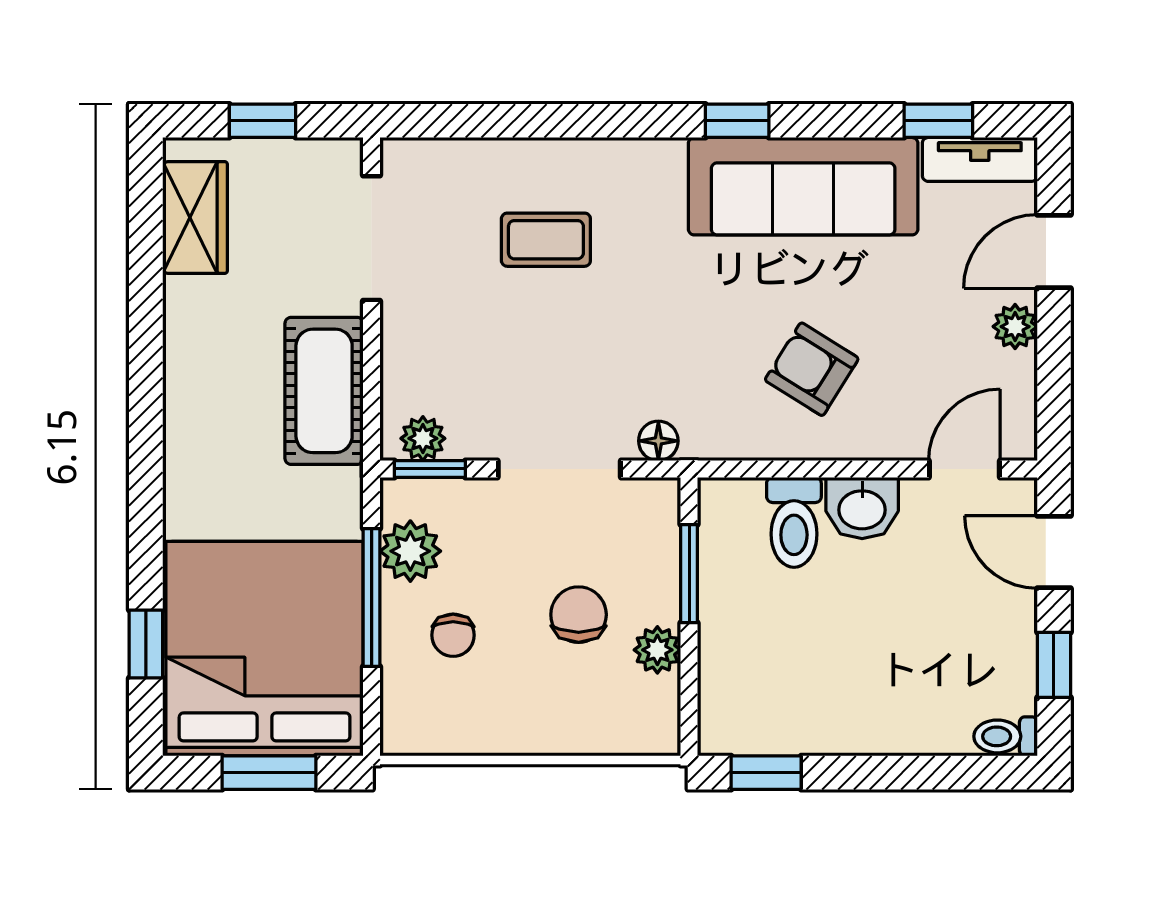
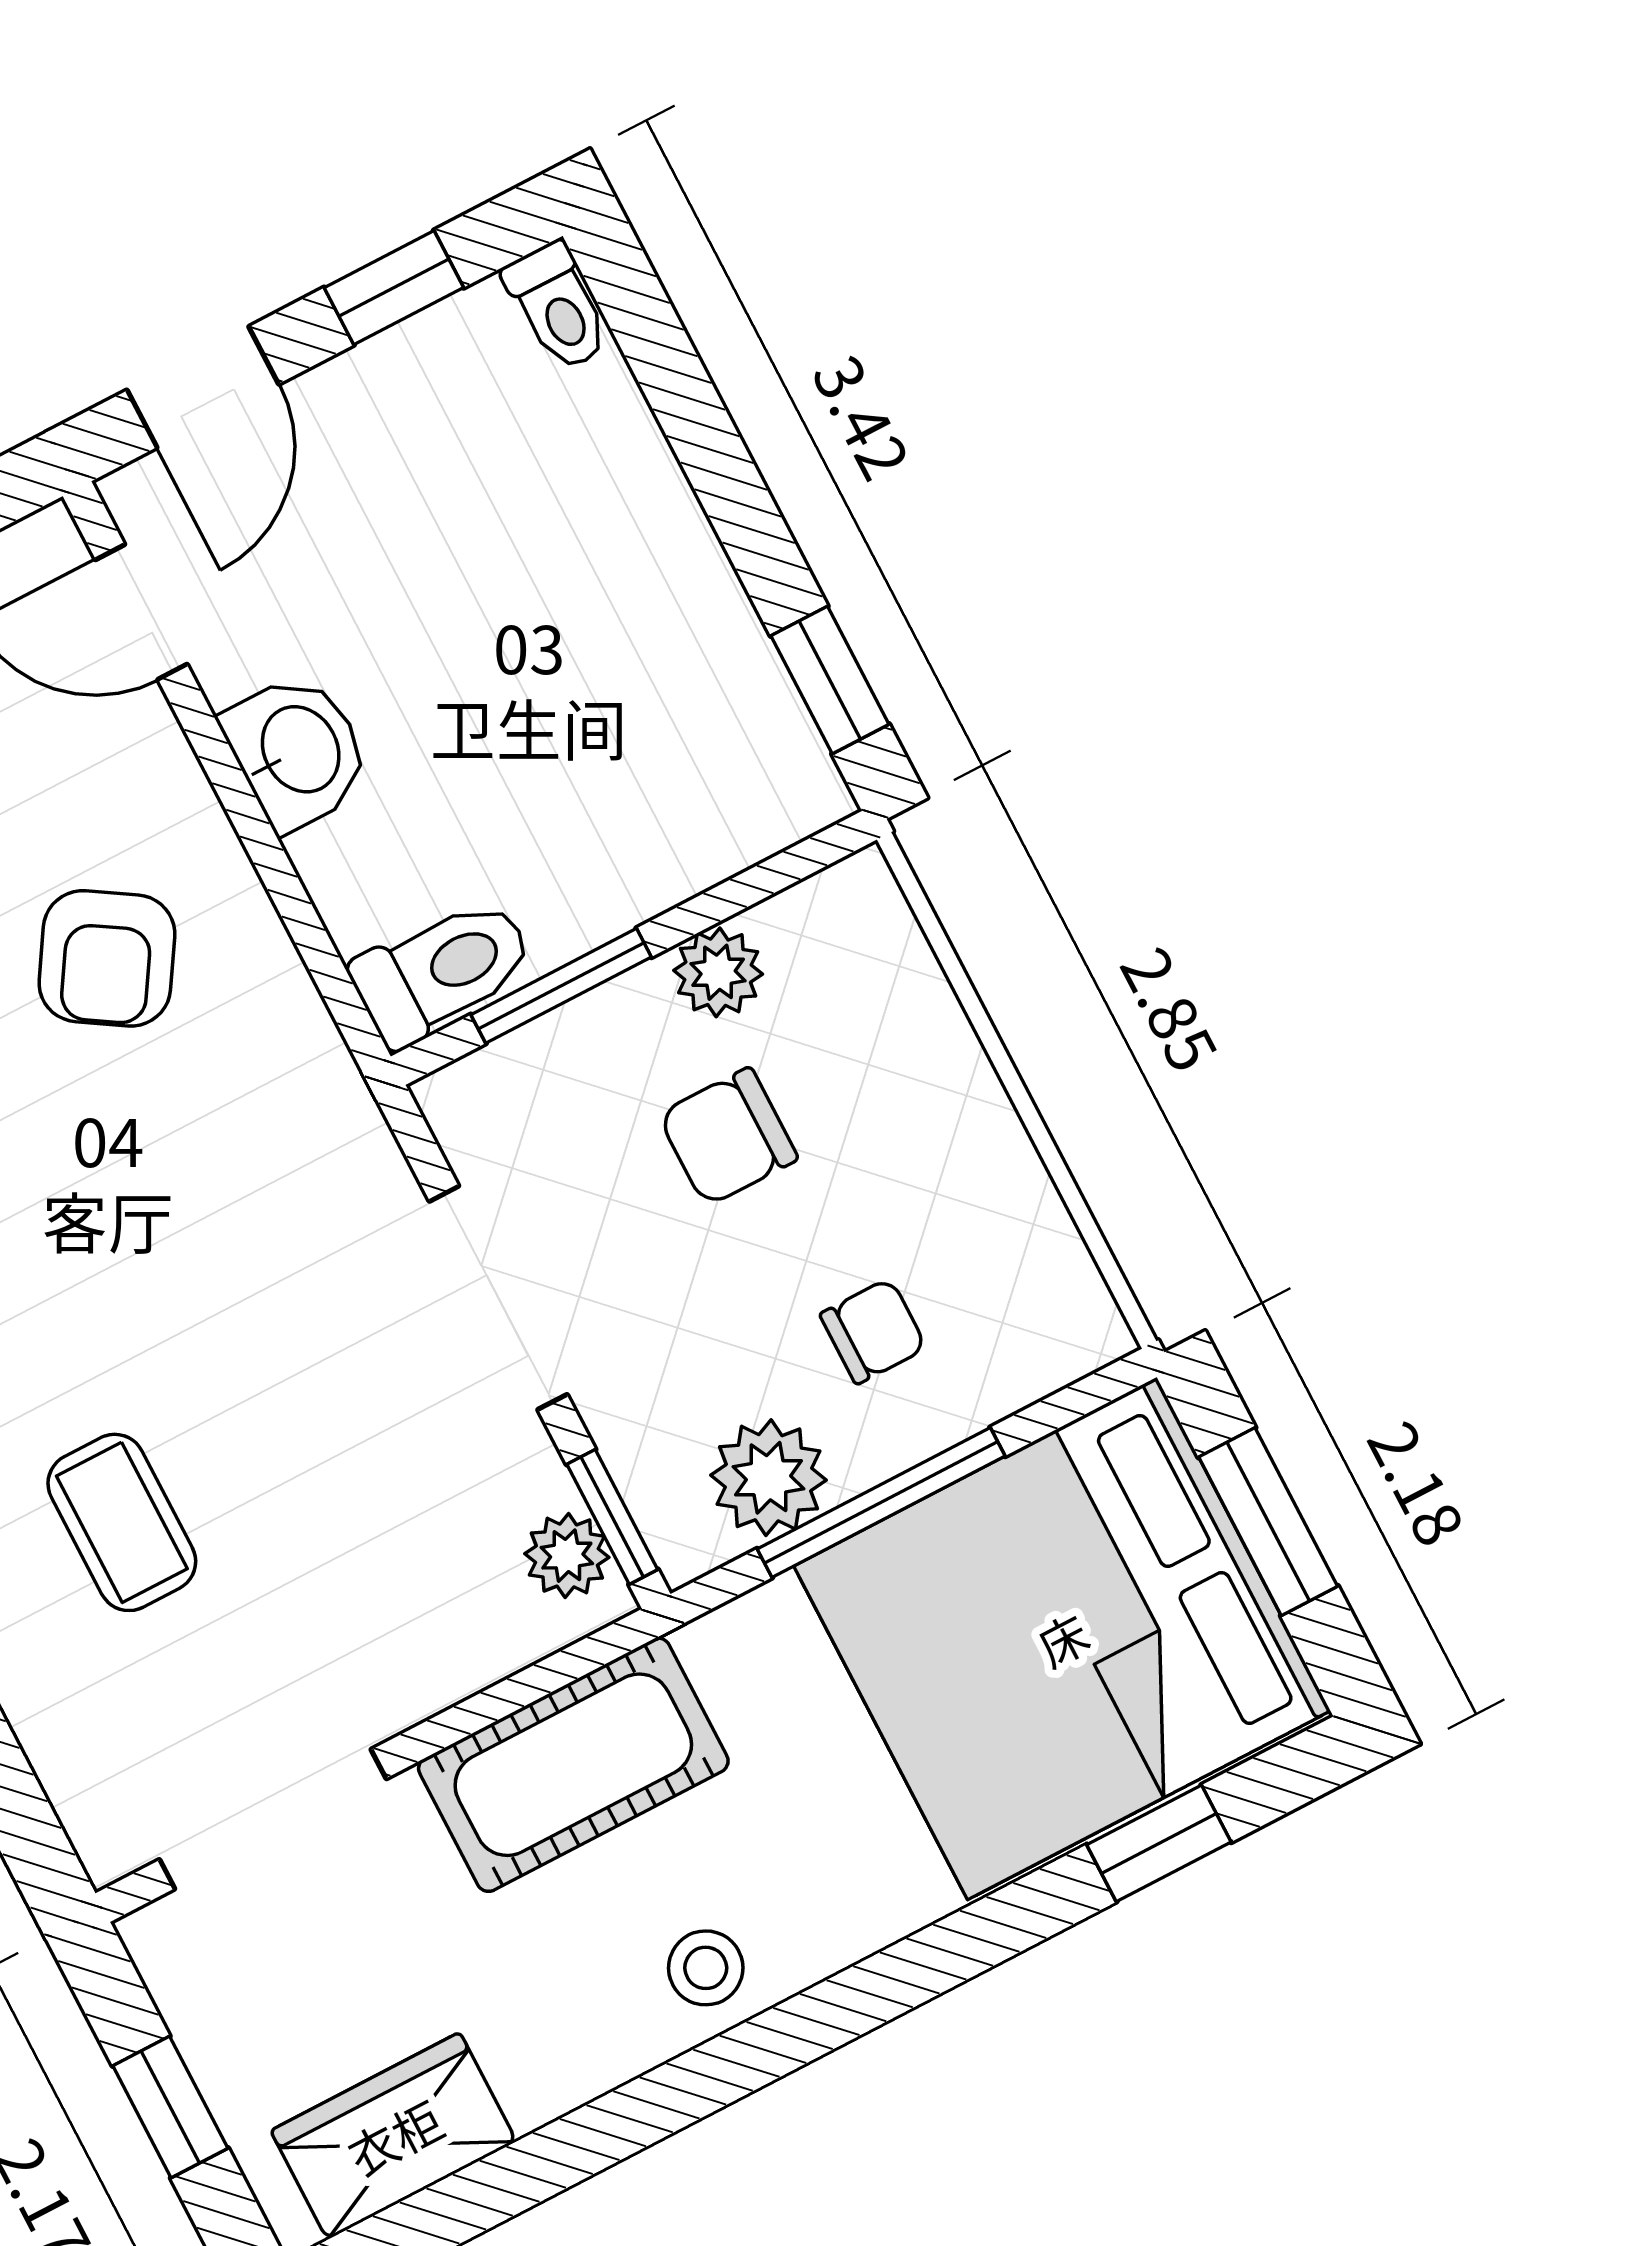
stool: (198, 403) -> (706, 1968), added
floor lamp: (658, 441) -> (363, 1155), removed
toilet: (794, 522) -> (443, 971), moved

